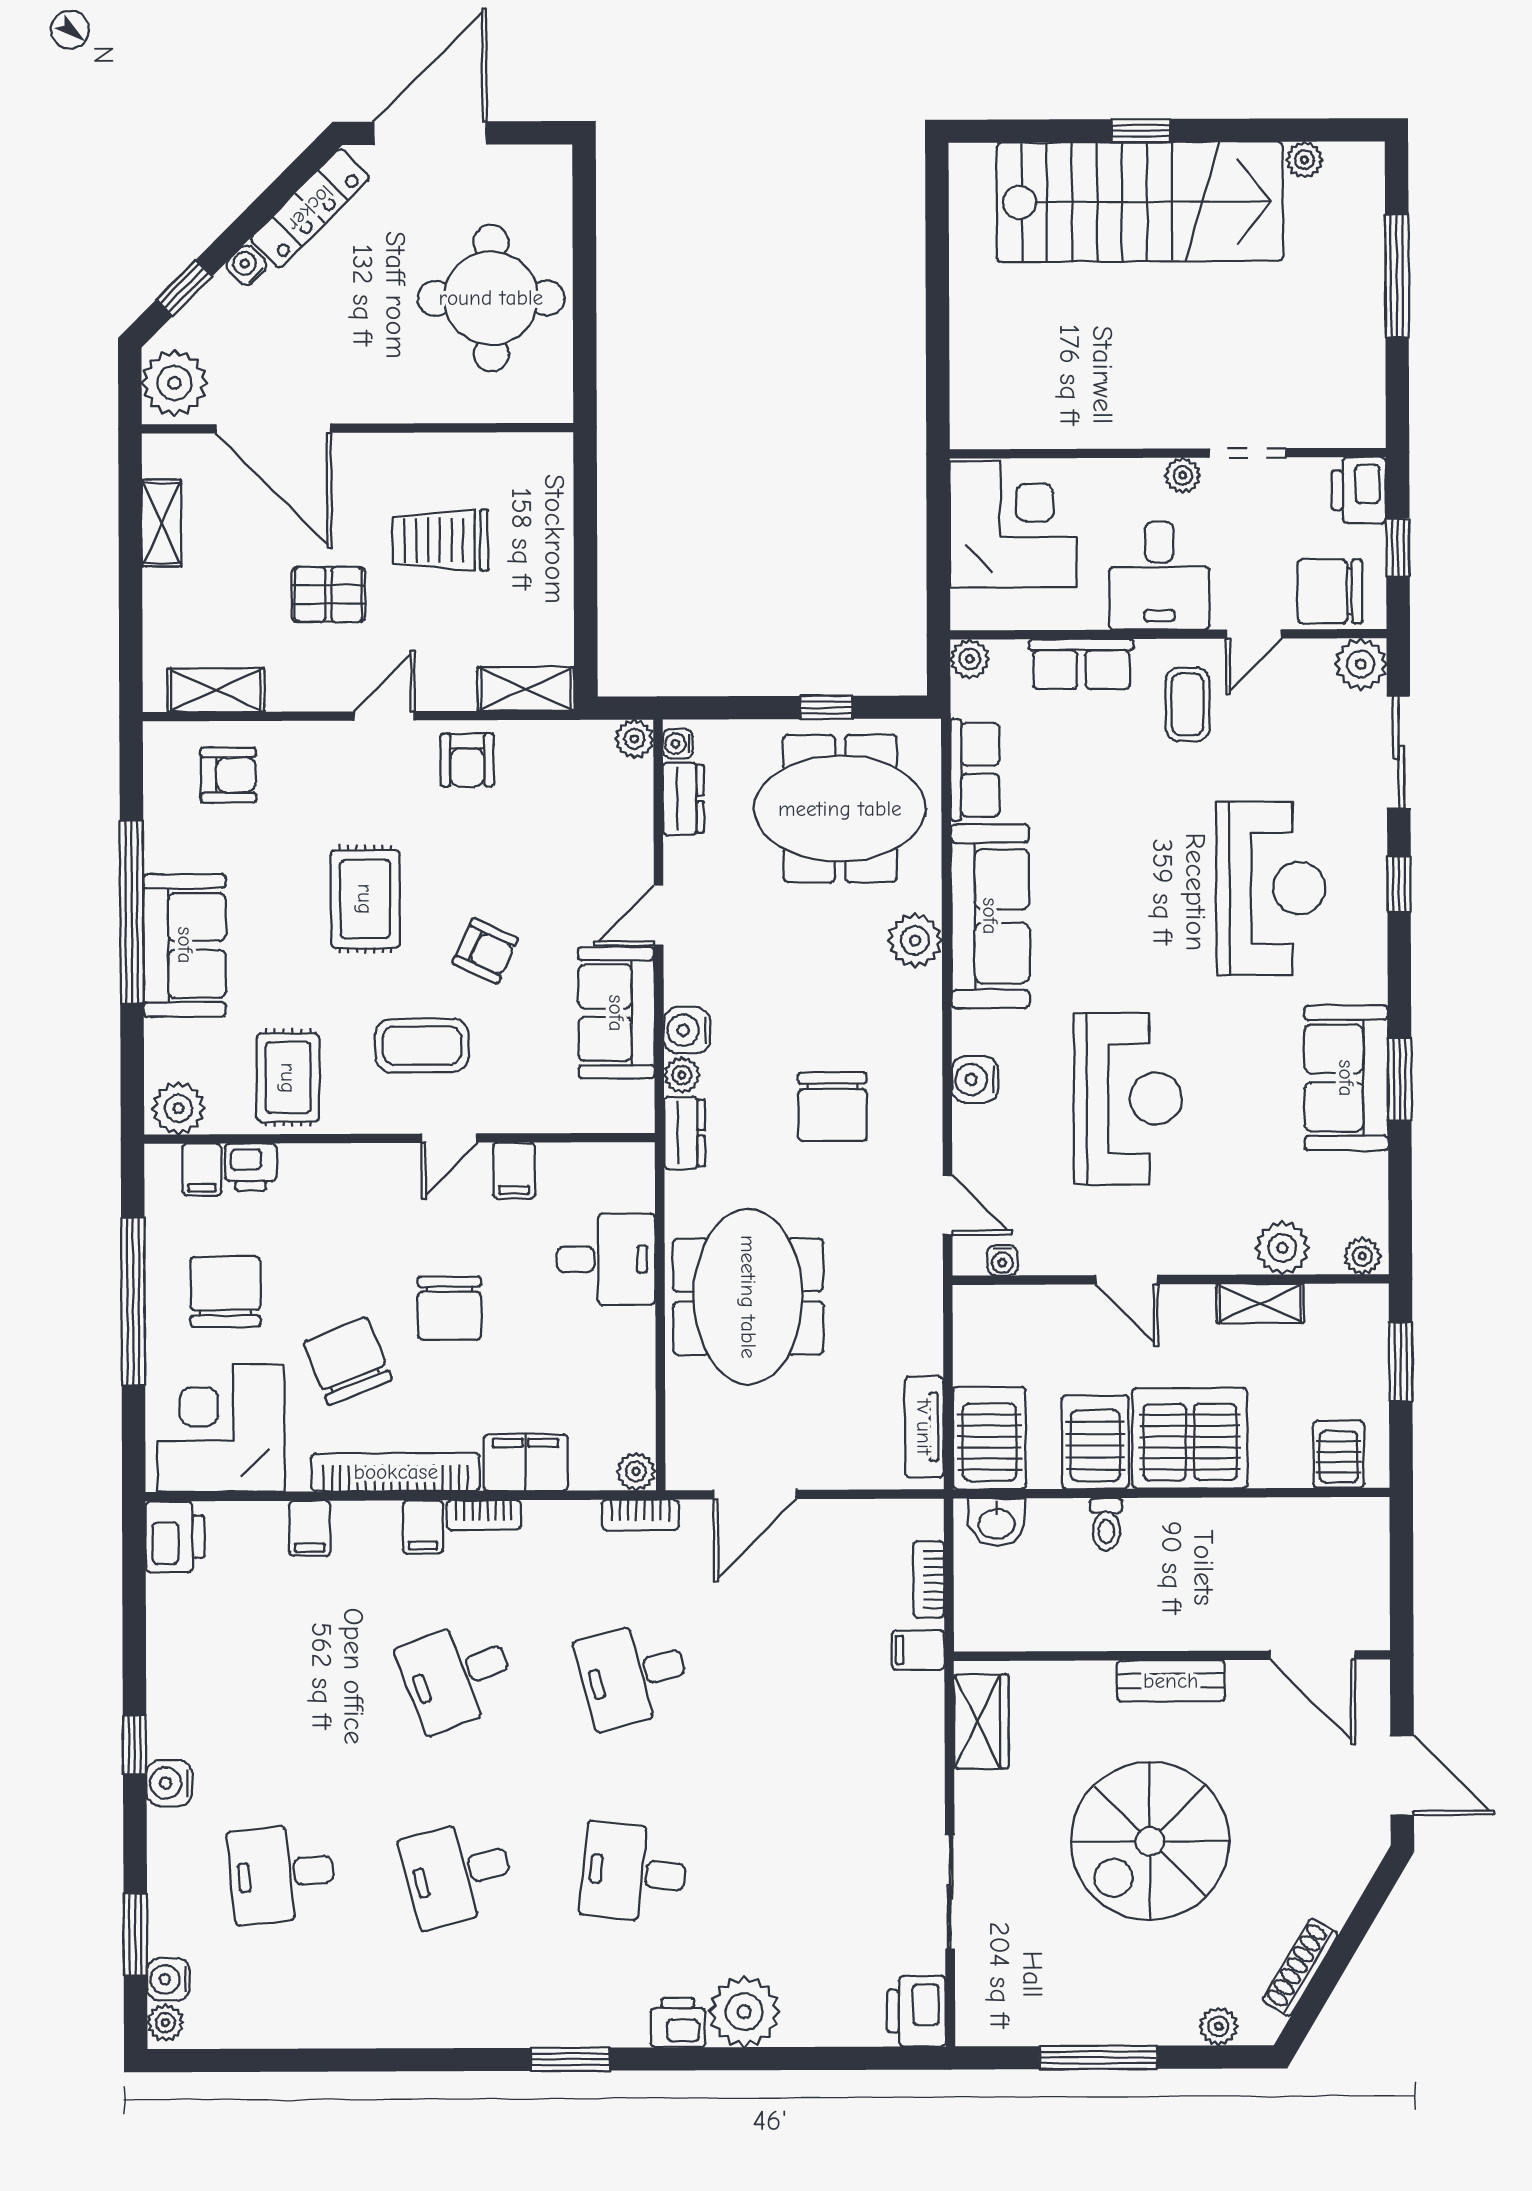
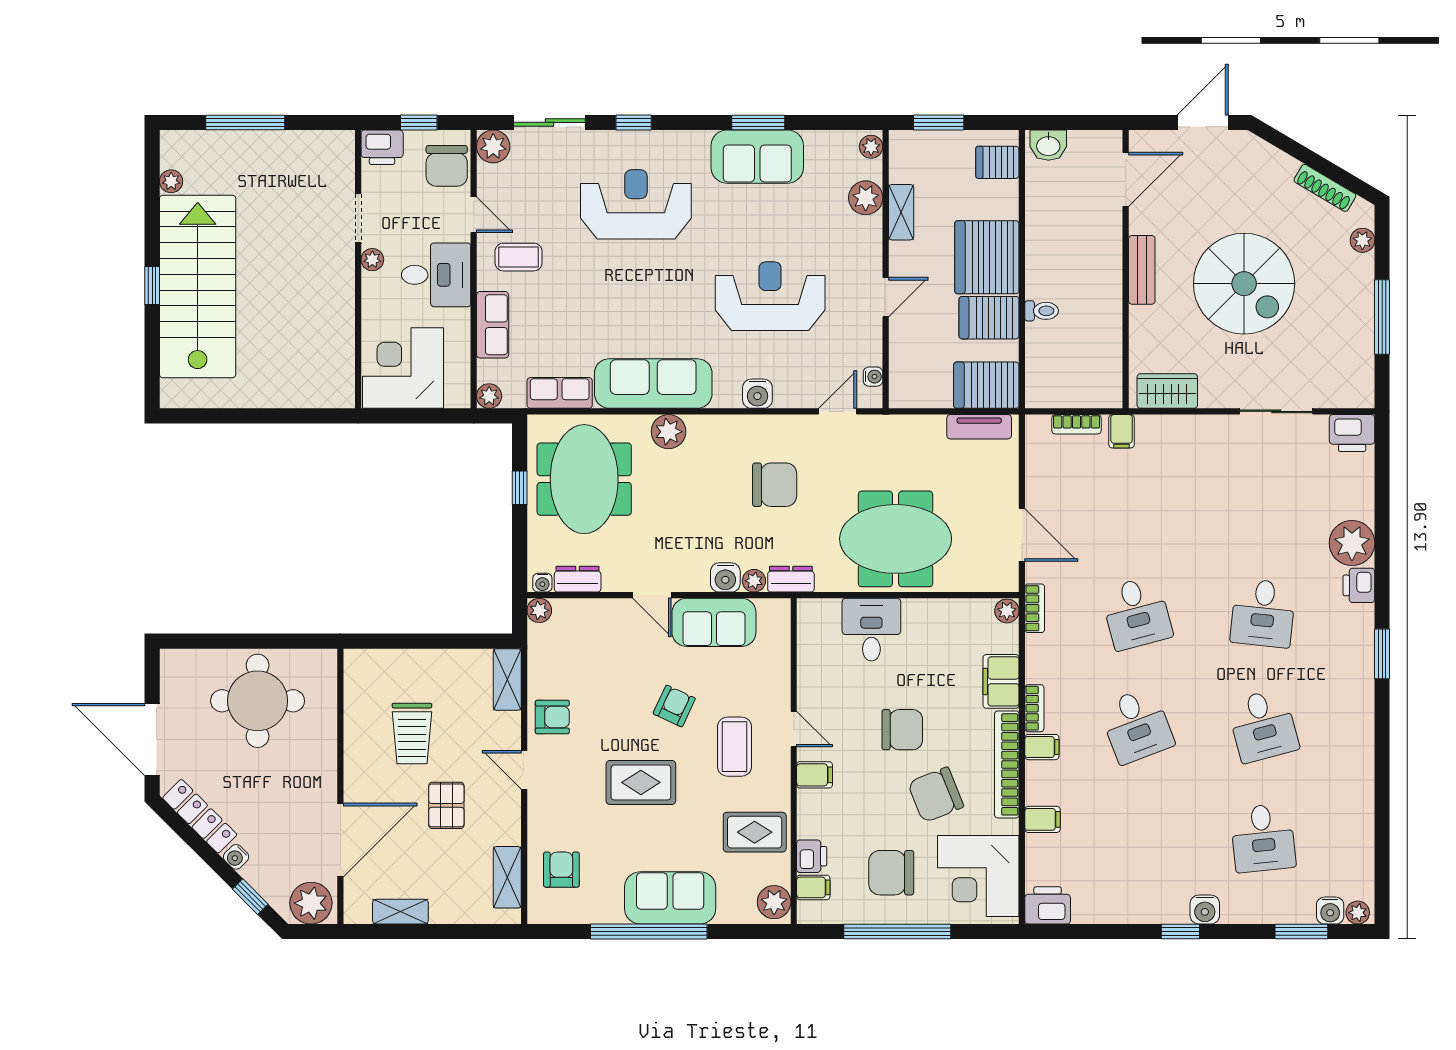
filing cabinet: (514, 1170) -> (815, 775), moved
washbasin: (997, 1522) -> (1048, 145), moved, turned 90

